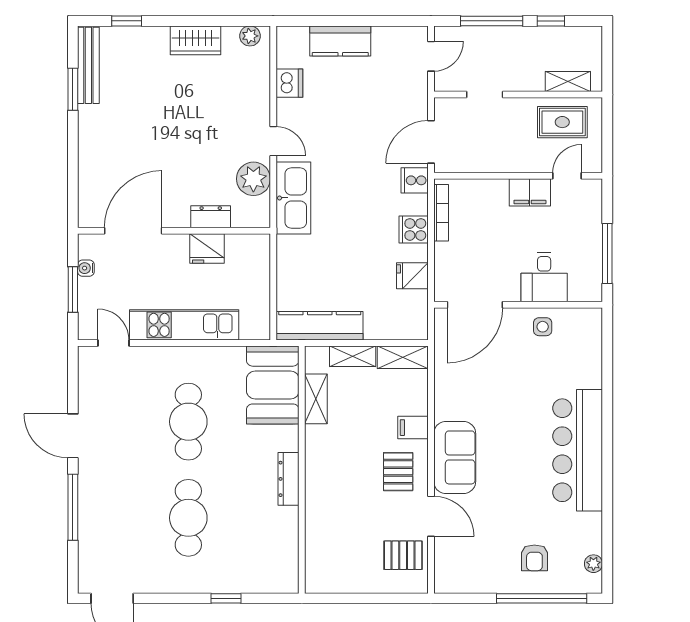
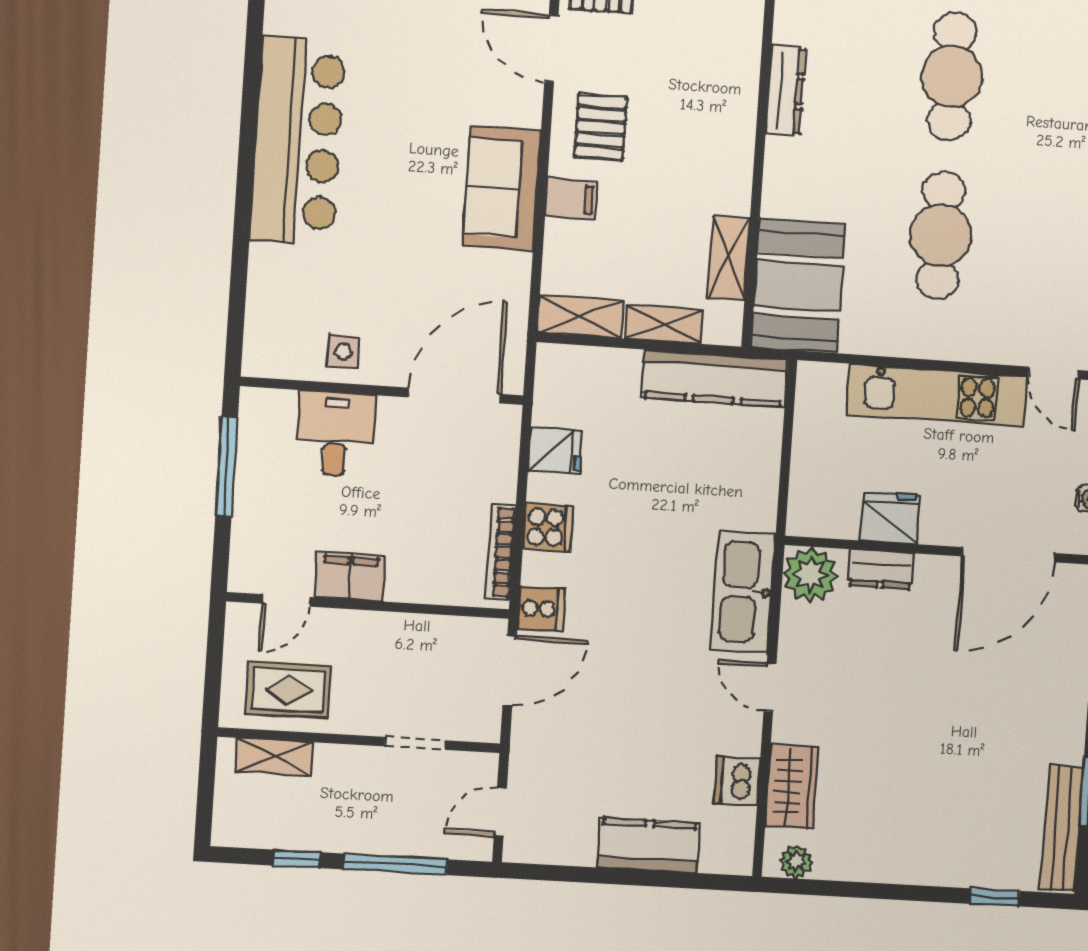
wardrobe: (195, 40) -> (792, 787), moved, turned 90
plant: (253, 179) -> (810, 575), moved
sofa: (455, 457) -> (502, 188), moved
dresser: (289, 479) -> (786, 90), moved

